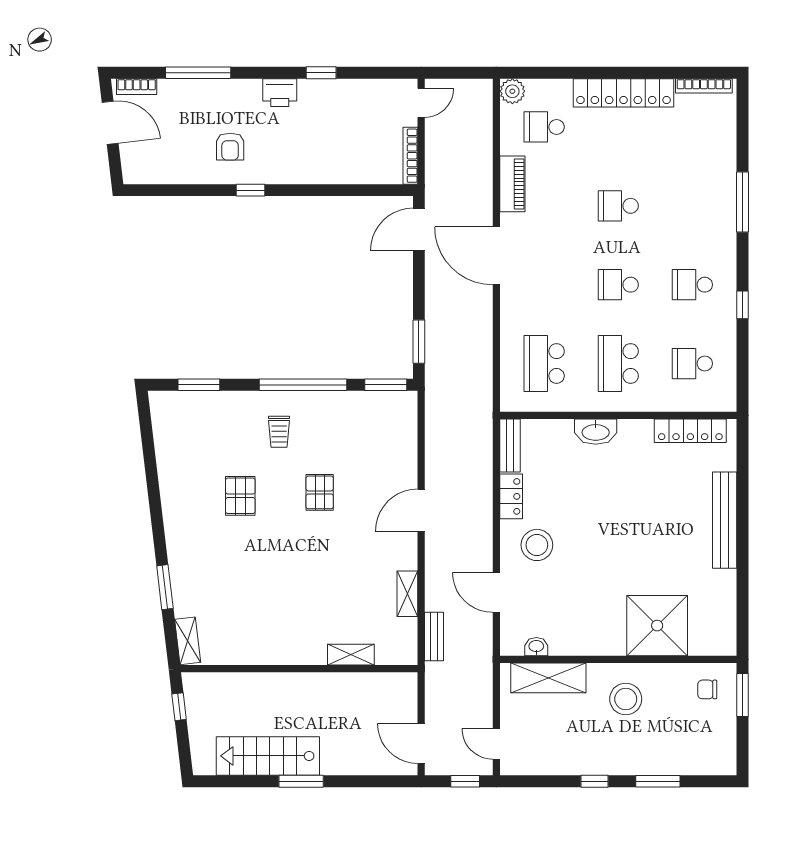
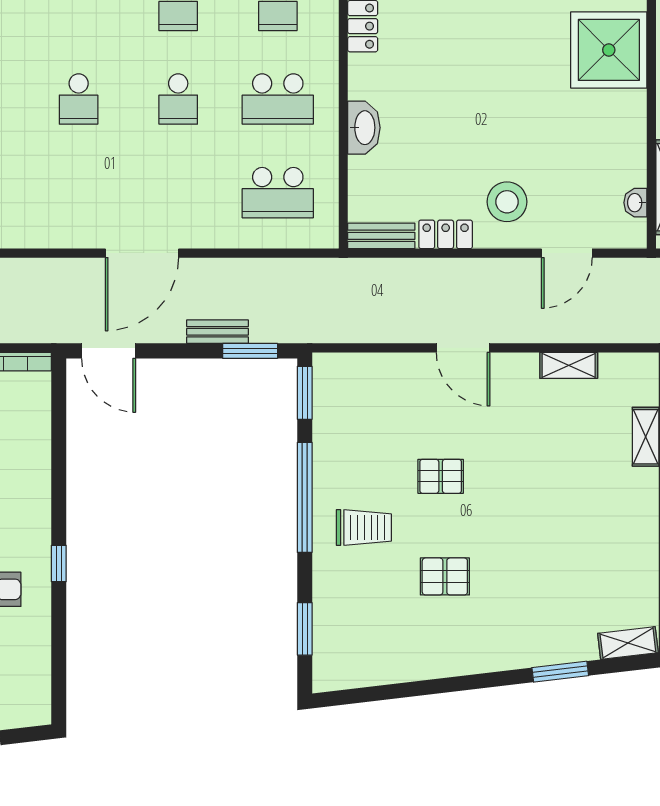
piano: (512, 184) -> (51, 233), removed
trolley: (279, 432) -> (364, 527), width x1.36, depth x1.39
bench: (434, 636) -> (217, 332), moved

